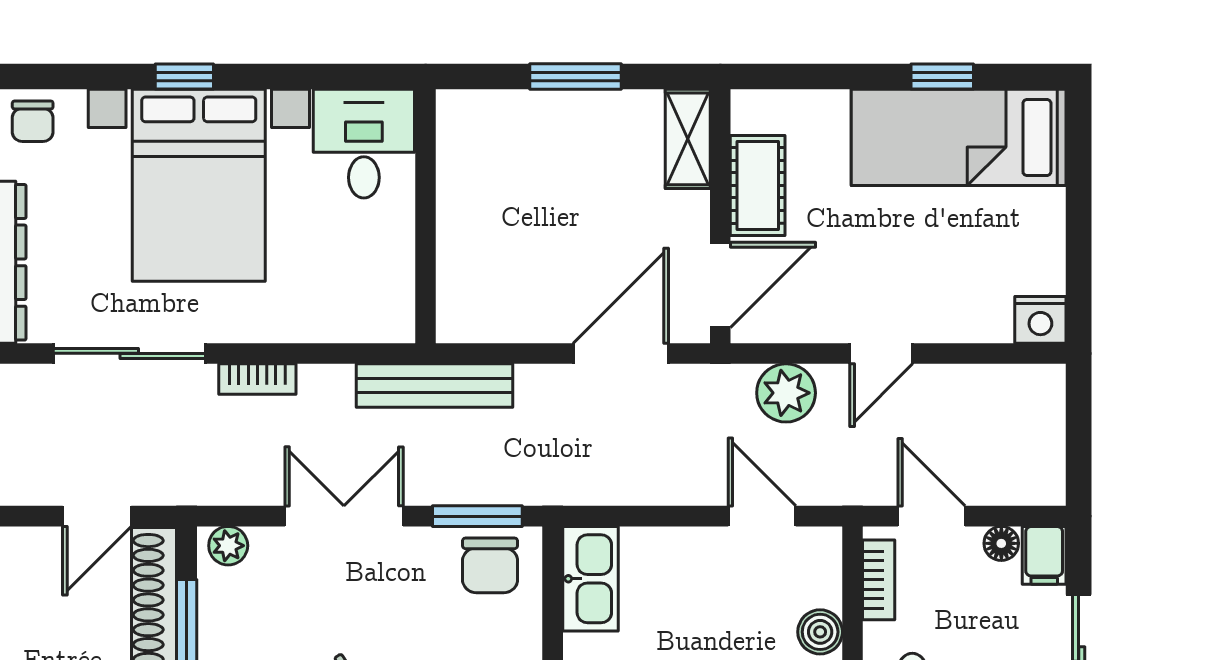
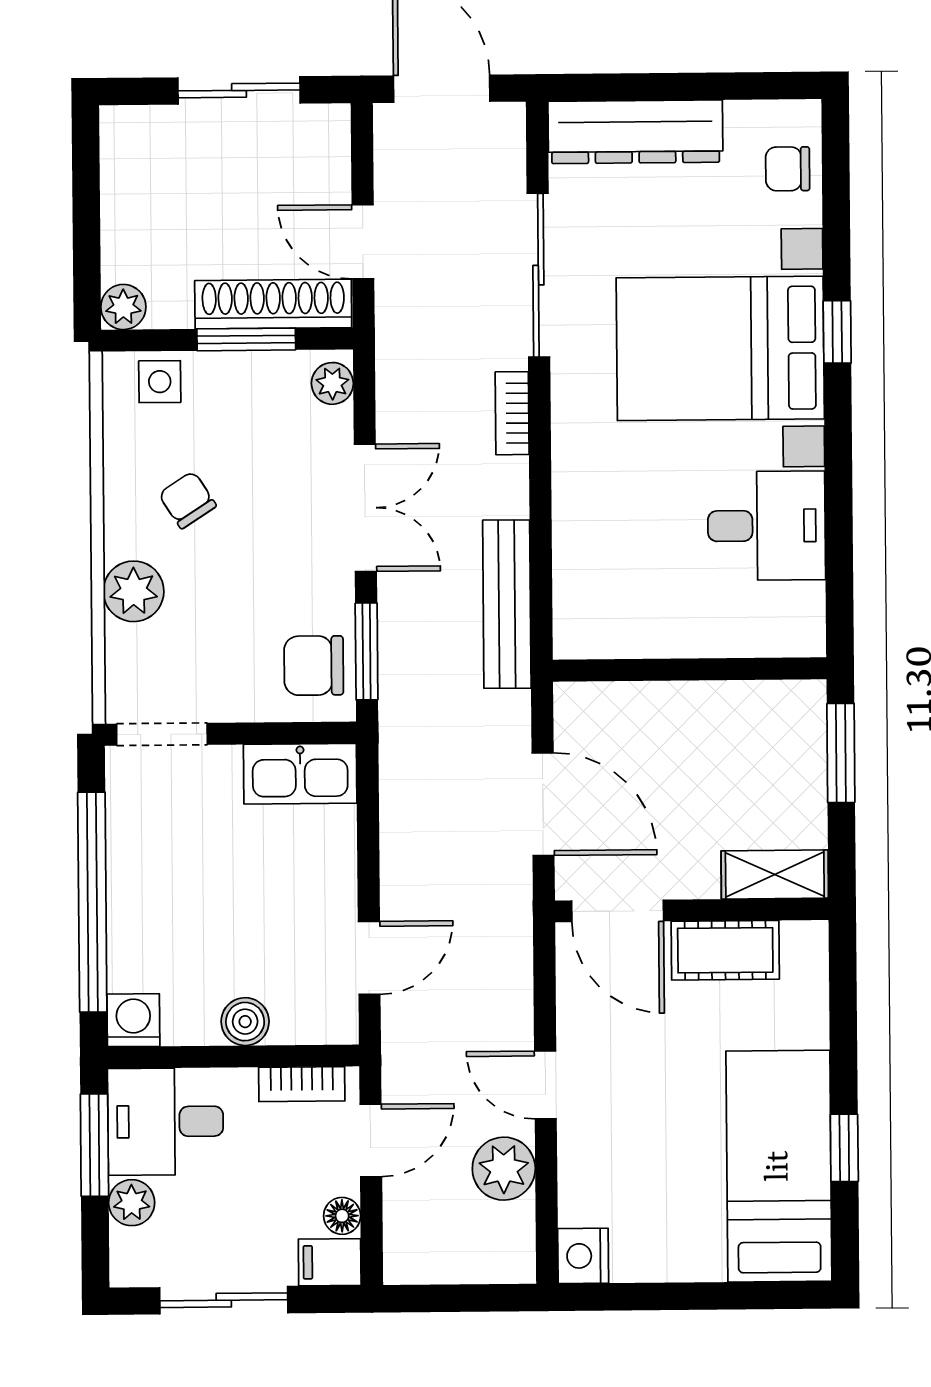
wall: (426, 216) -> (690, 669), moved
plant: (786, 393) -> (504, 1169), moved

